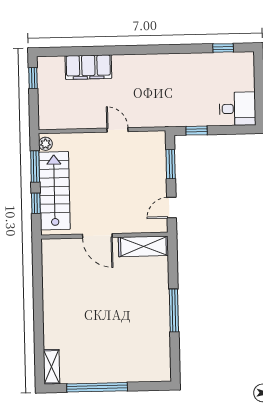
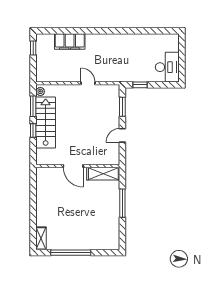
window: (223, 48) -> (159, 31), removed
desk: (238, 109) -> (167, 67), width x1.37
door: (97, 236) -> (73, 166), moved
wall: (104, 236) -> (78, 166), moved
shelving: (143, 246) -> (103, 174), moved

